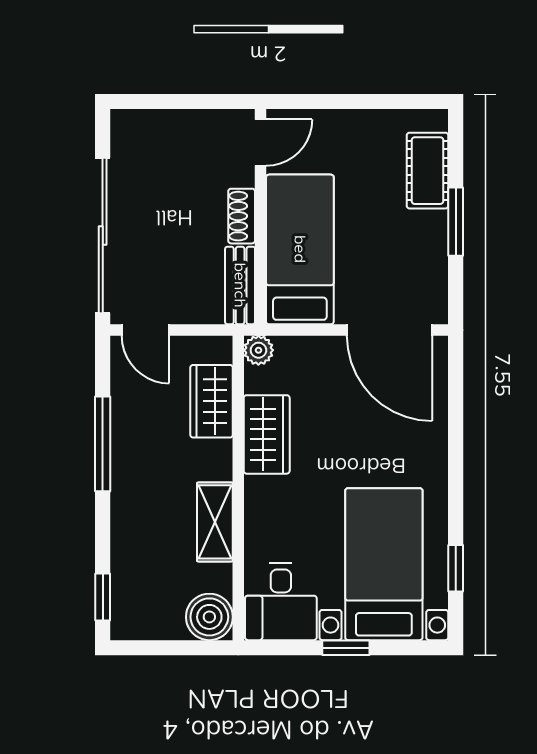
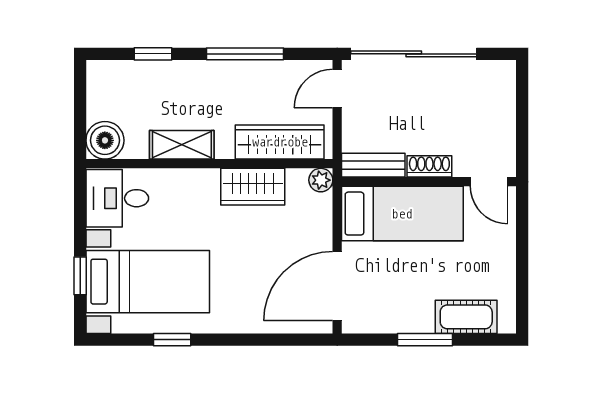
wardrobe: (212, 401) -> (280, 142), width x1.50
window: (456, 568) -> (172, 340), moved
window: (103, 597) -> (153, 54), moved
window: (346, 648) -> (80, 276), moved

